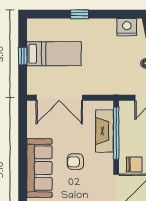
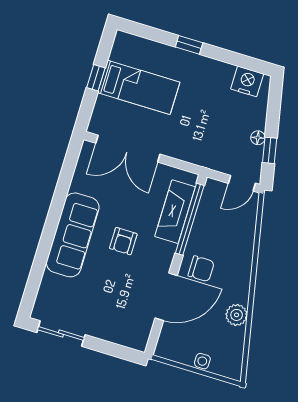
armchair: (75, 162) -> (123, 241), turned -90

